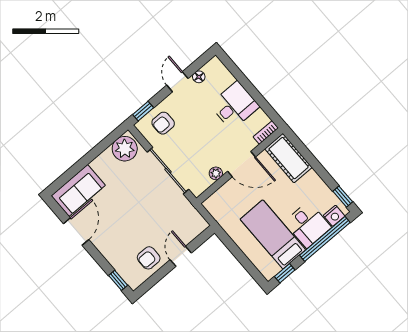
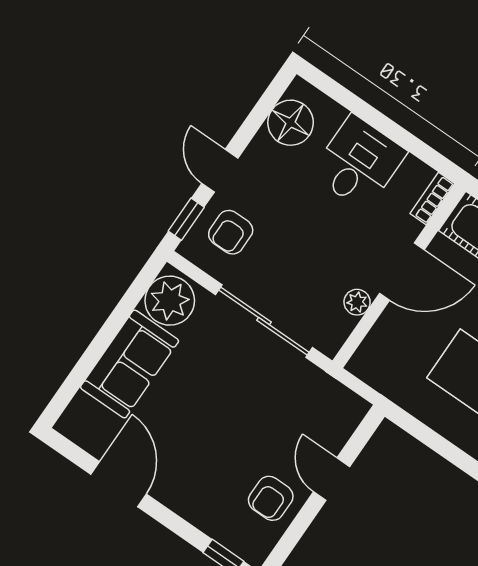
floor lamp: (199, 77) -> (291, 123), width x1.89, depth x1.89
door: (177, 82) -> (220, 171), moved
sofa: (78, 191) -> (130, 364), moved

